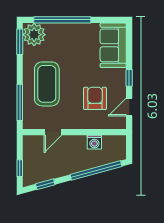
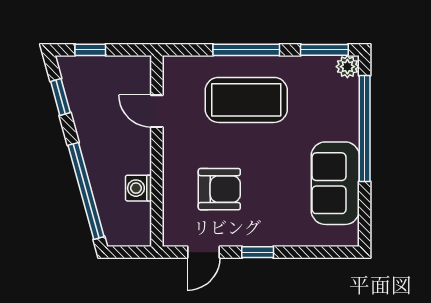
plant: (34, 35) -> (347, 67), width x0.53, depth x0.53
sofa: (113, 45) -> (335, 183), moved, turned -90
window: (20, 102) -> (246, 50), moved
door: (129, 107) -> (203, 252), swing flipped

